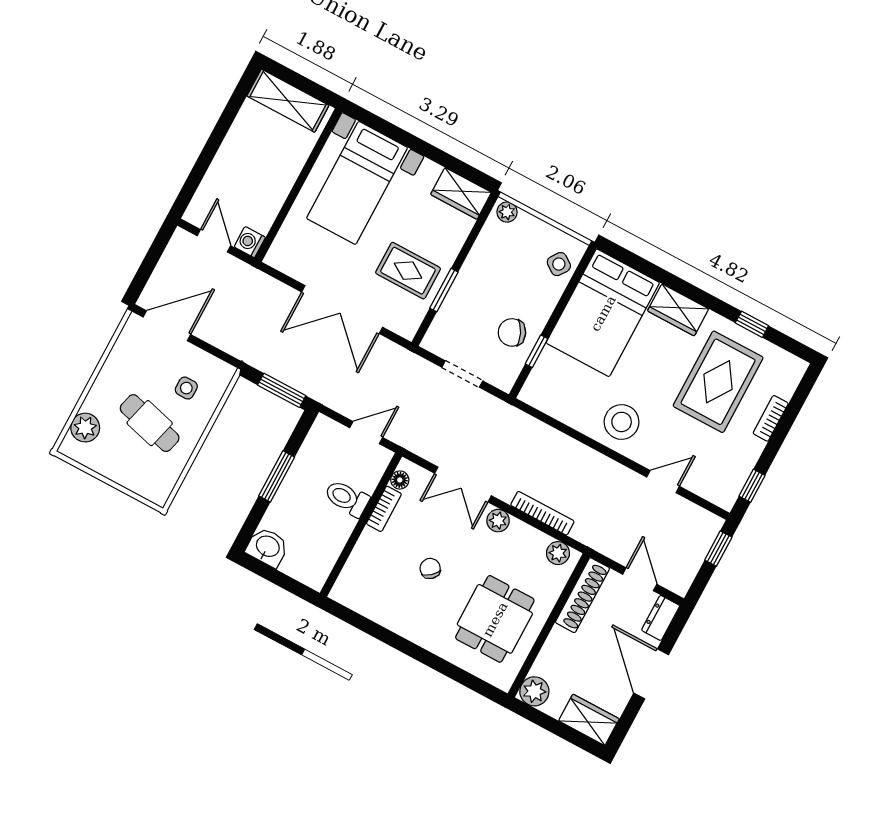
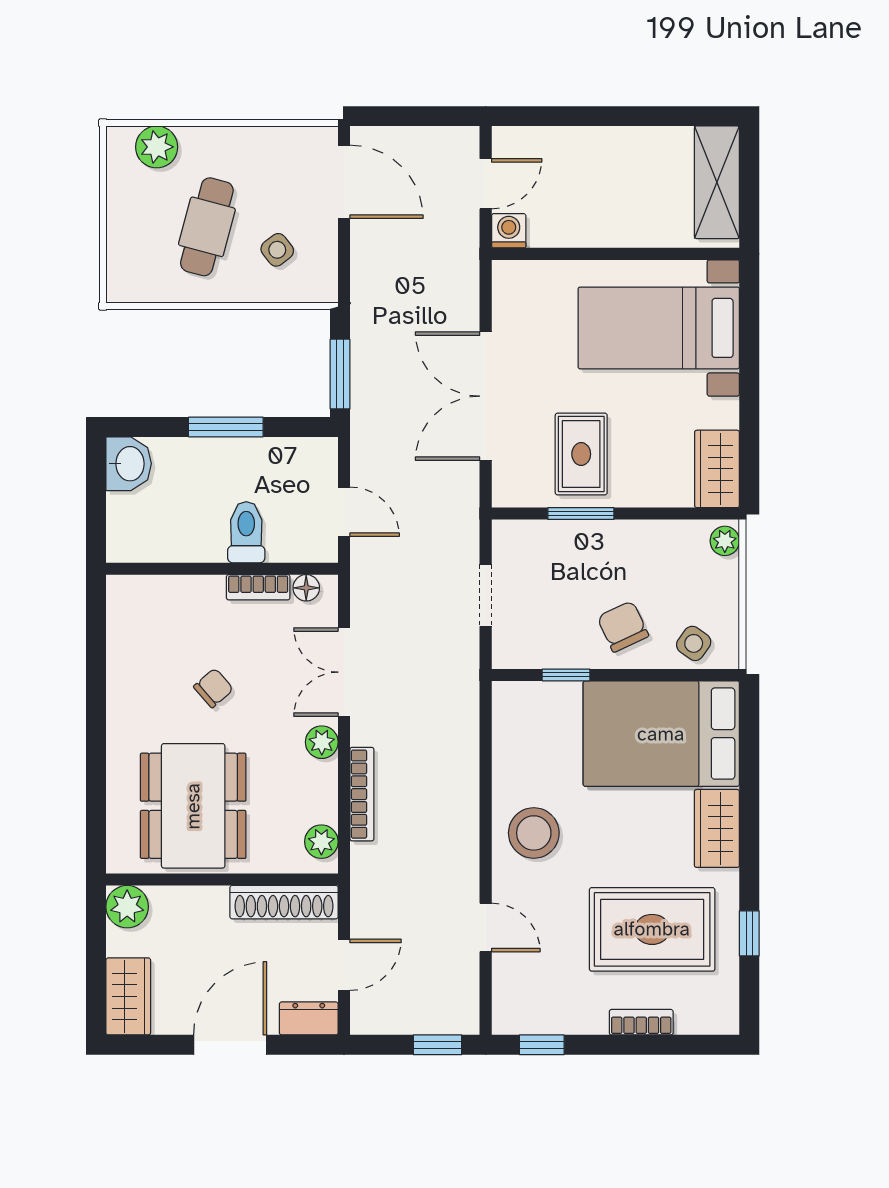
chair: (512, 332) -> (623, 626), moved
side table: (186, 388) -> (277, 250), turned -38
dining table: (495, 619) -> (193, 806), width x1.38

